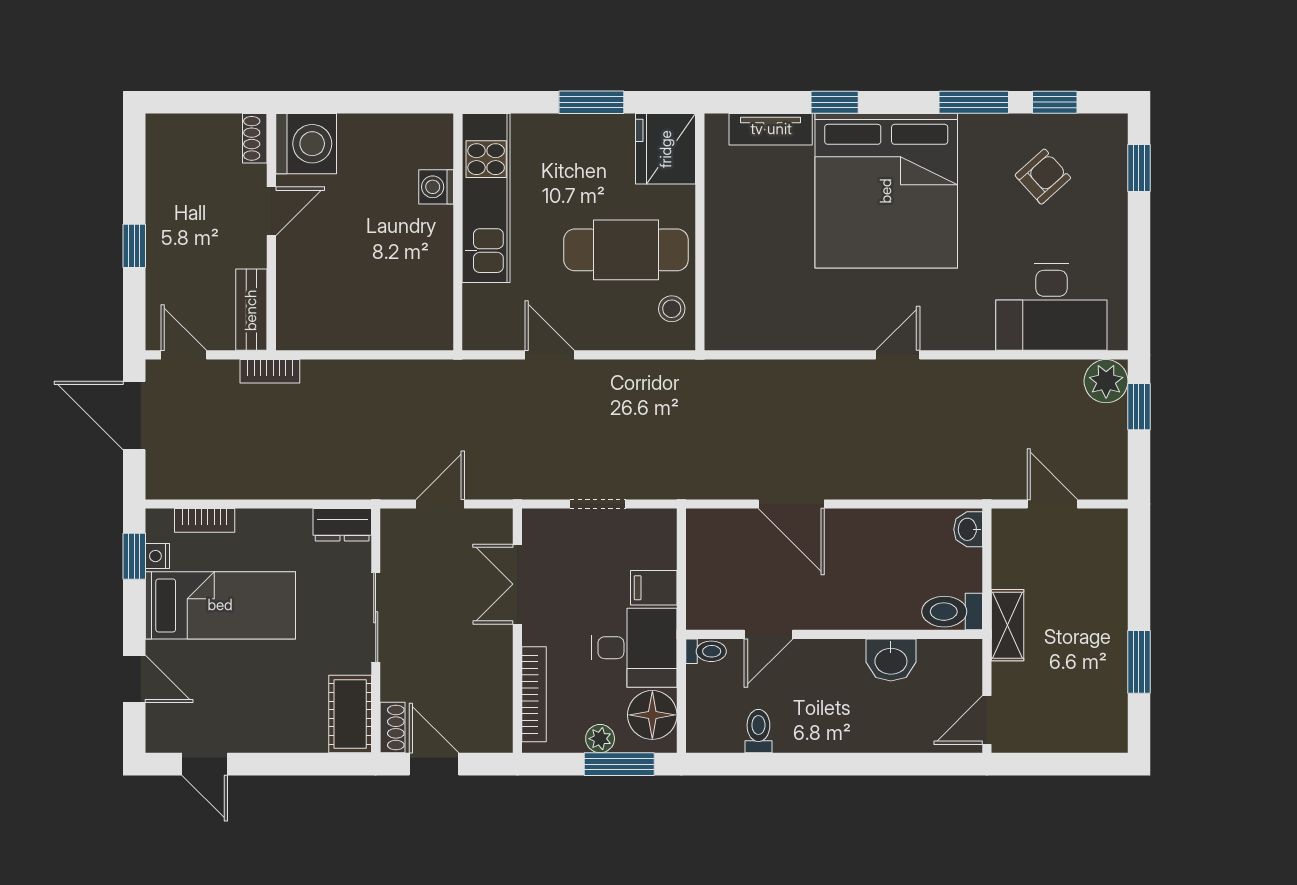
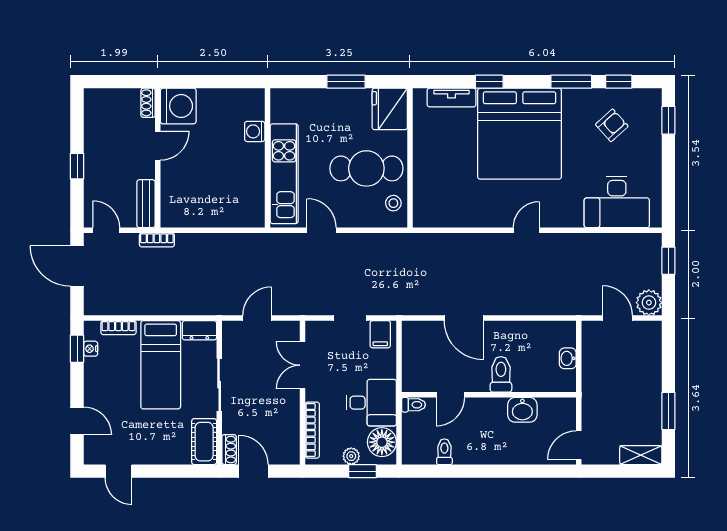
kitchen unit: (486, 198) -> (284, 174), moved
plant: (1106, 381) -> (649, 303), moved
washbasin: (968, 529) -> (568, 358), moved
filing cabinet: (654, 588) -> (380, 334), moved, turned -90
bed: (220, 605) -> (161, 365), moved, turned 90
toilet: (952, 612) -> (501, 374), moved, turned 90
shelving: (1008, 625) -> (641, 455), moved, turned 90
window: (619, 764) -> (362, 471), width x0.67

